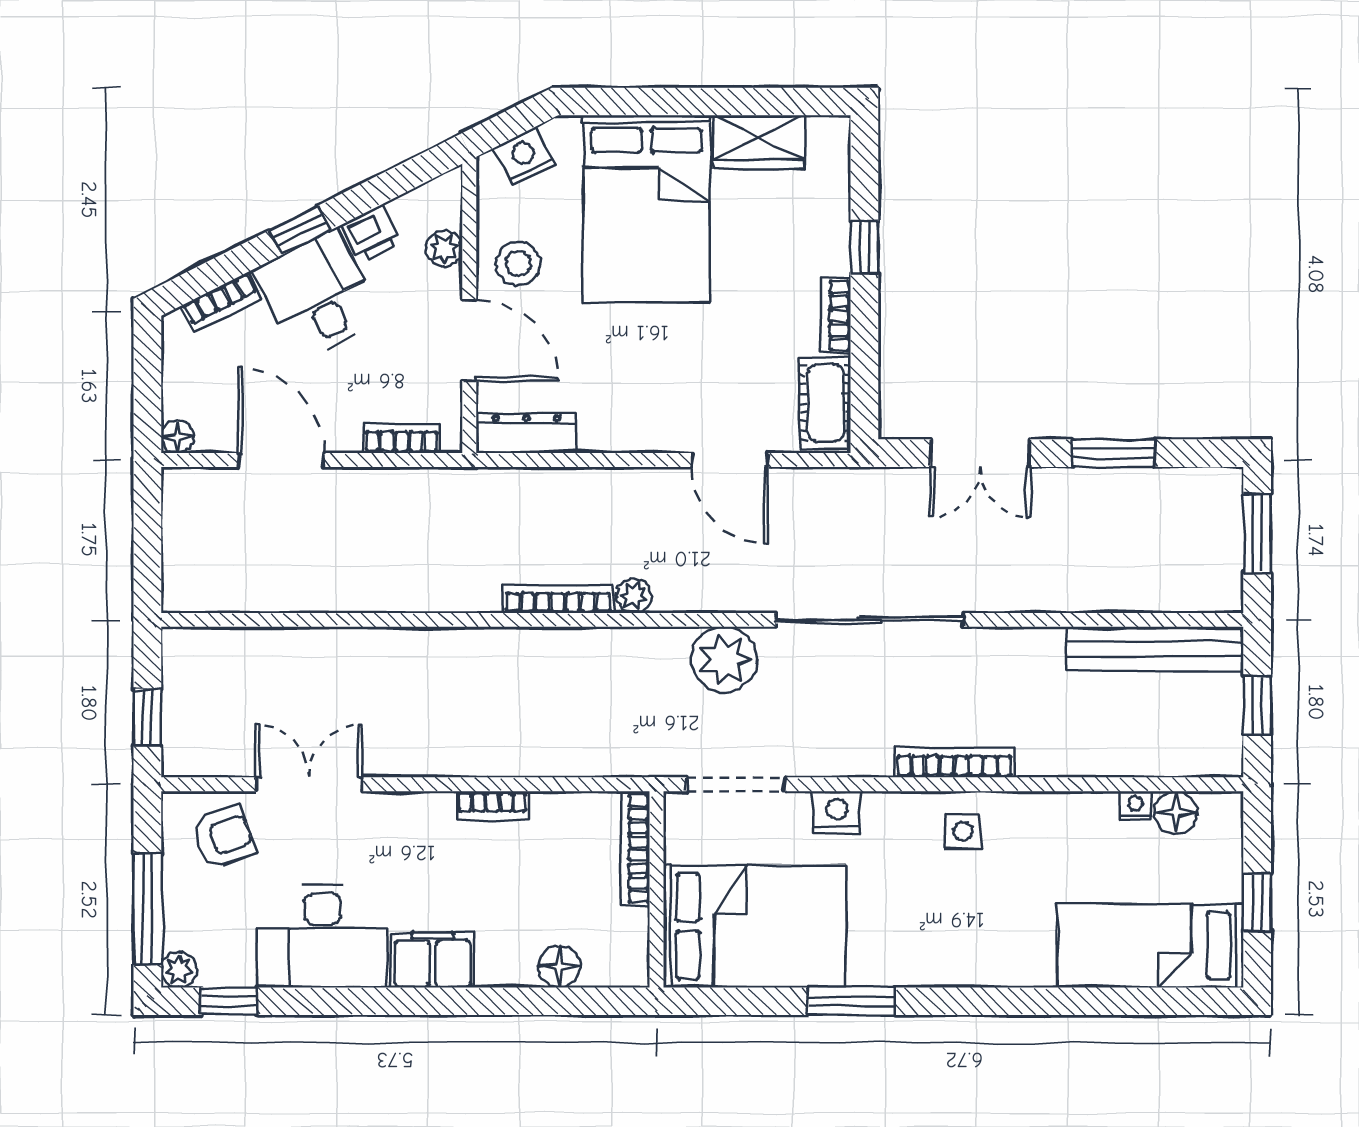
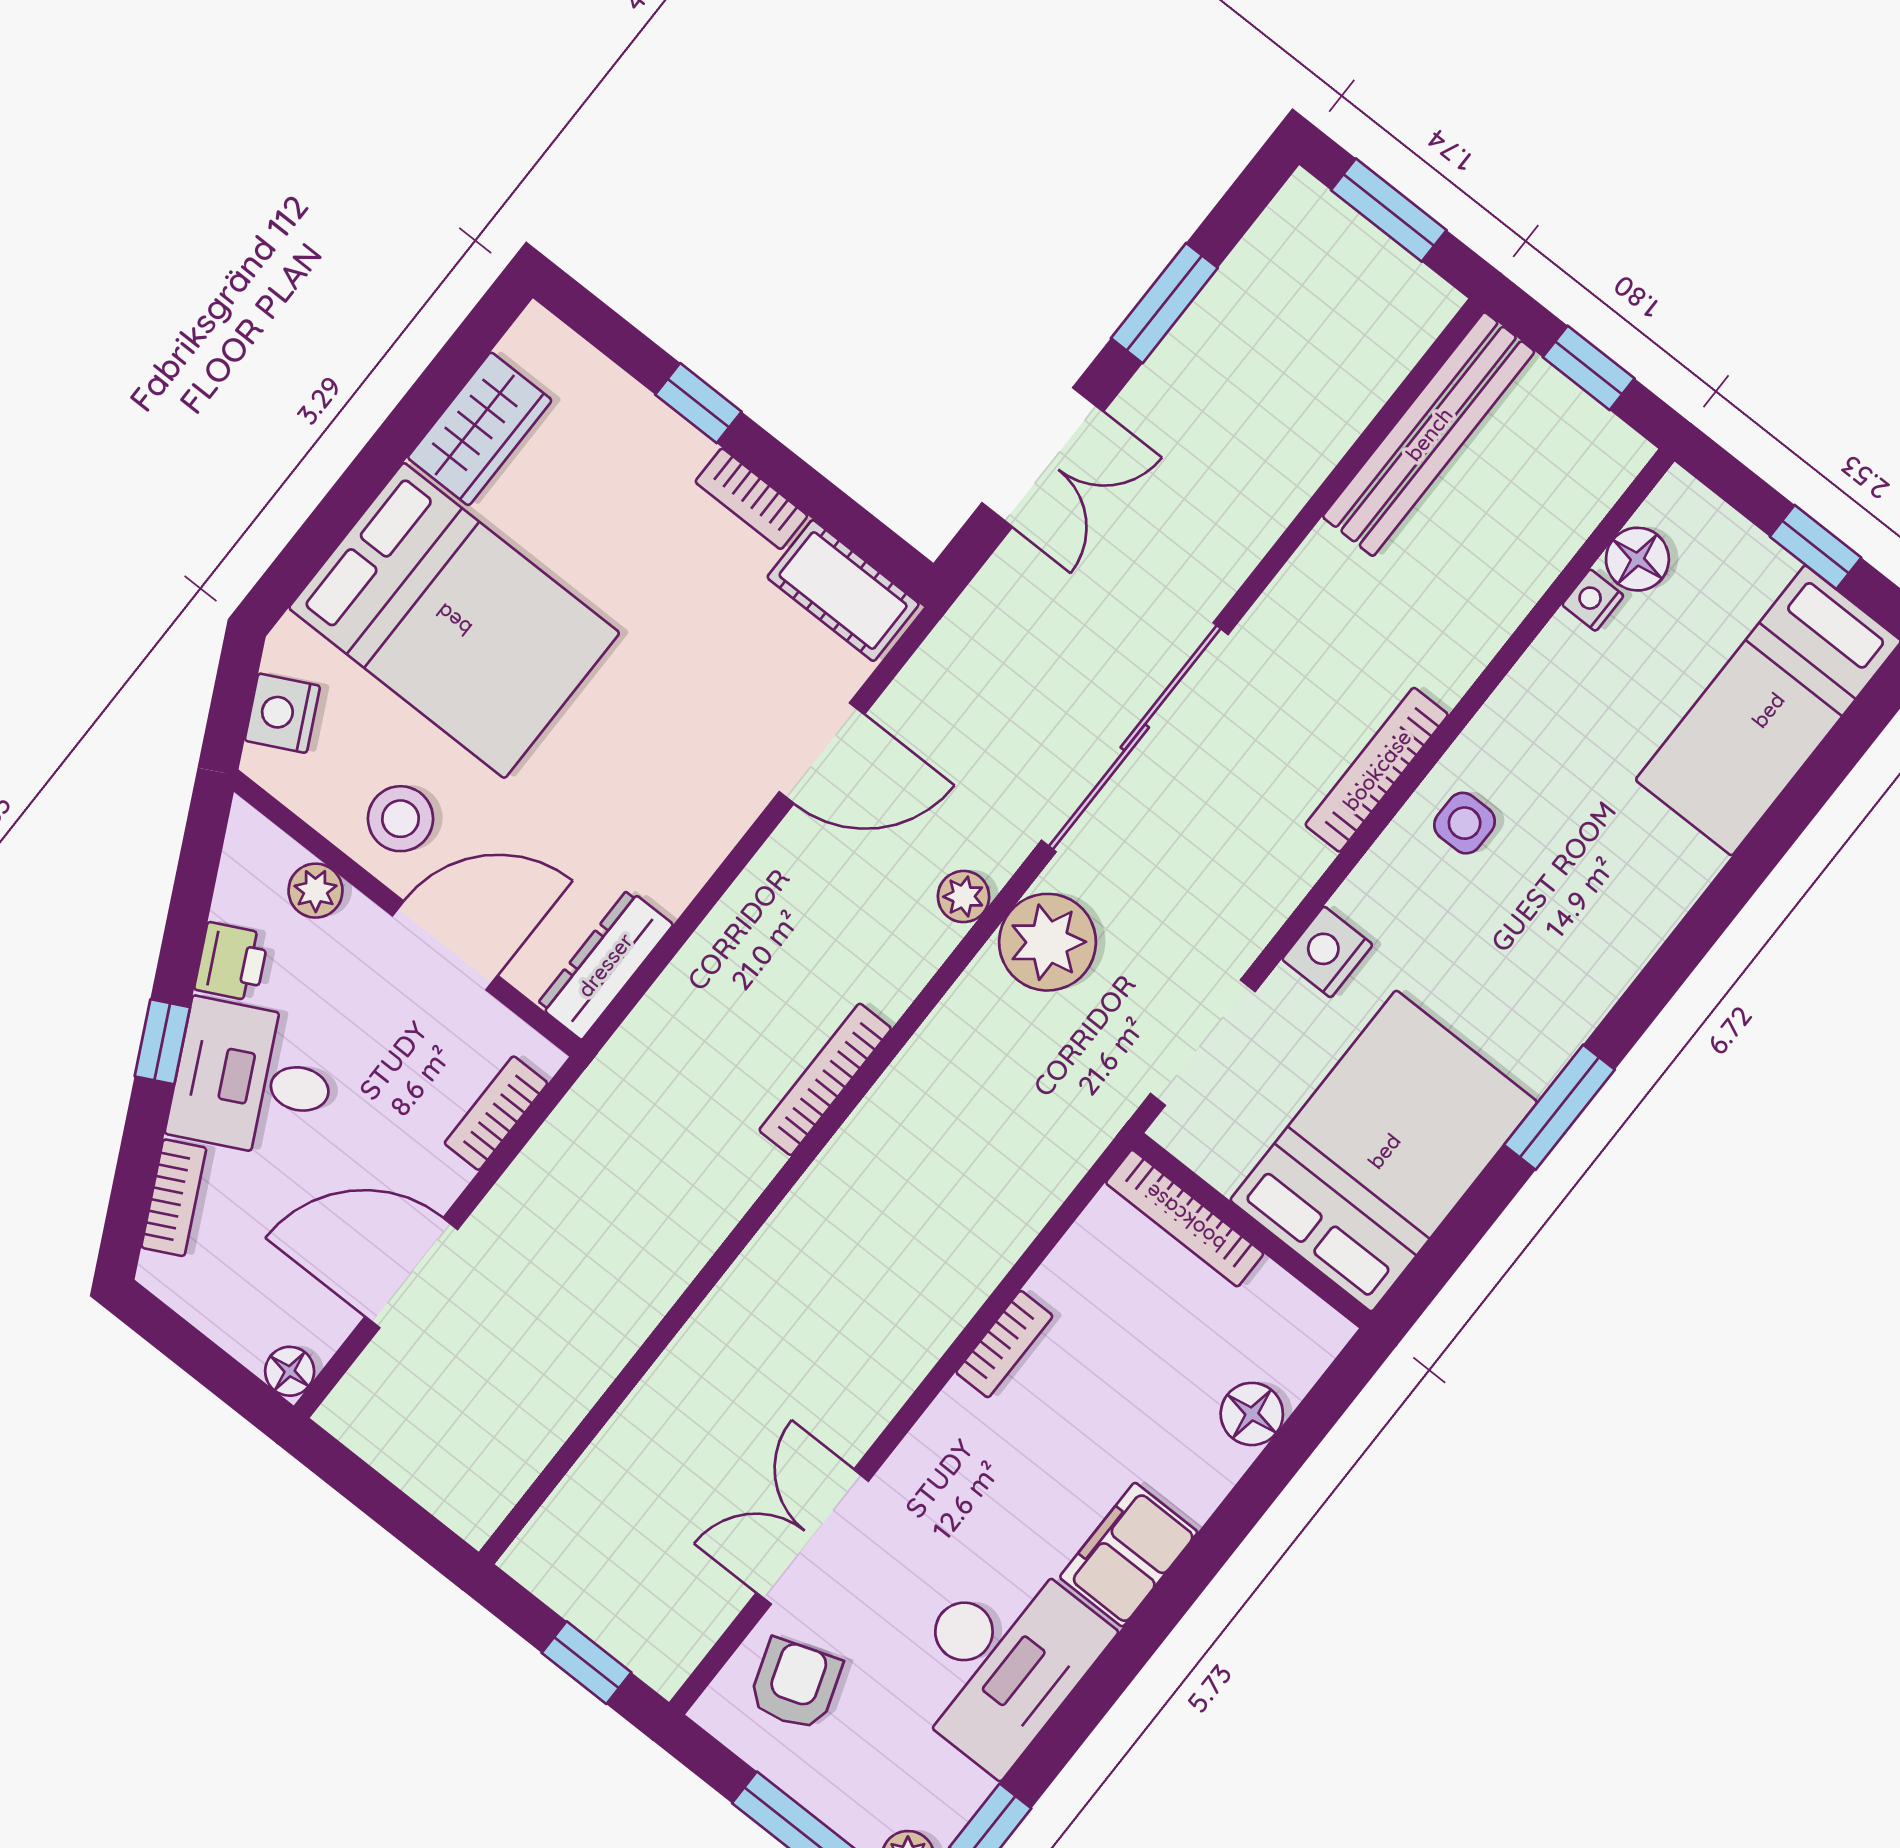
plant: (634, 596) -> (963, 897), moved

